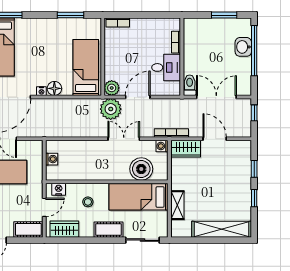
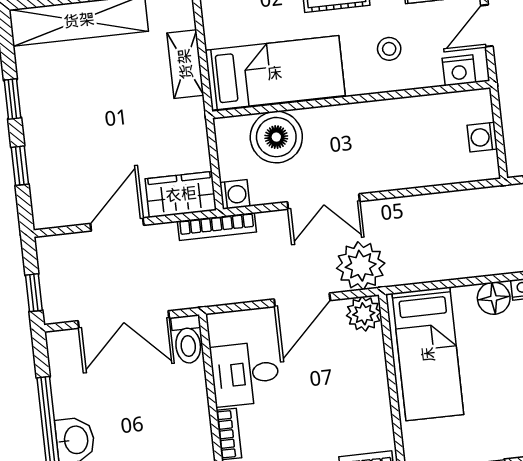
door: (215, 139) -> (117, 224), swing flipped

